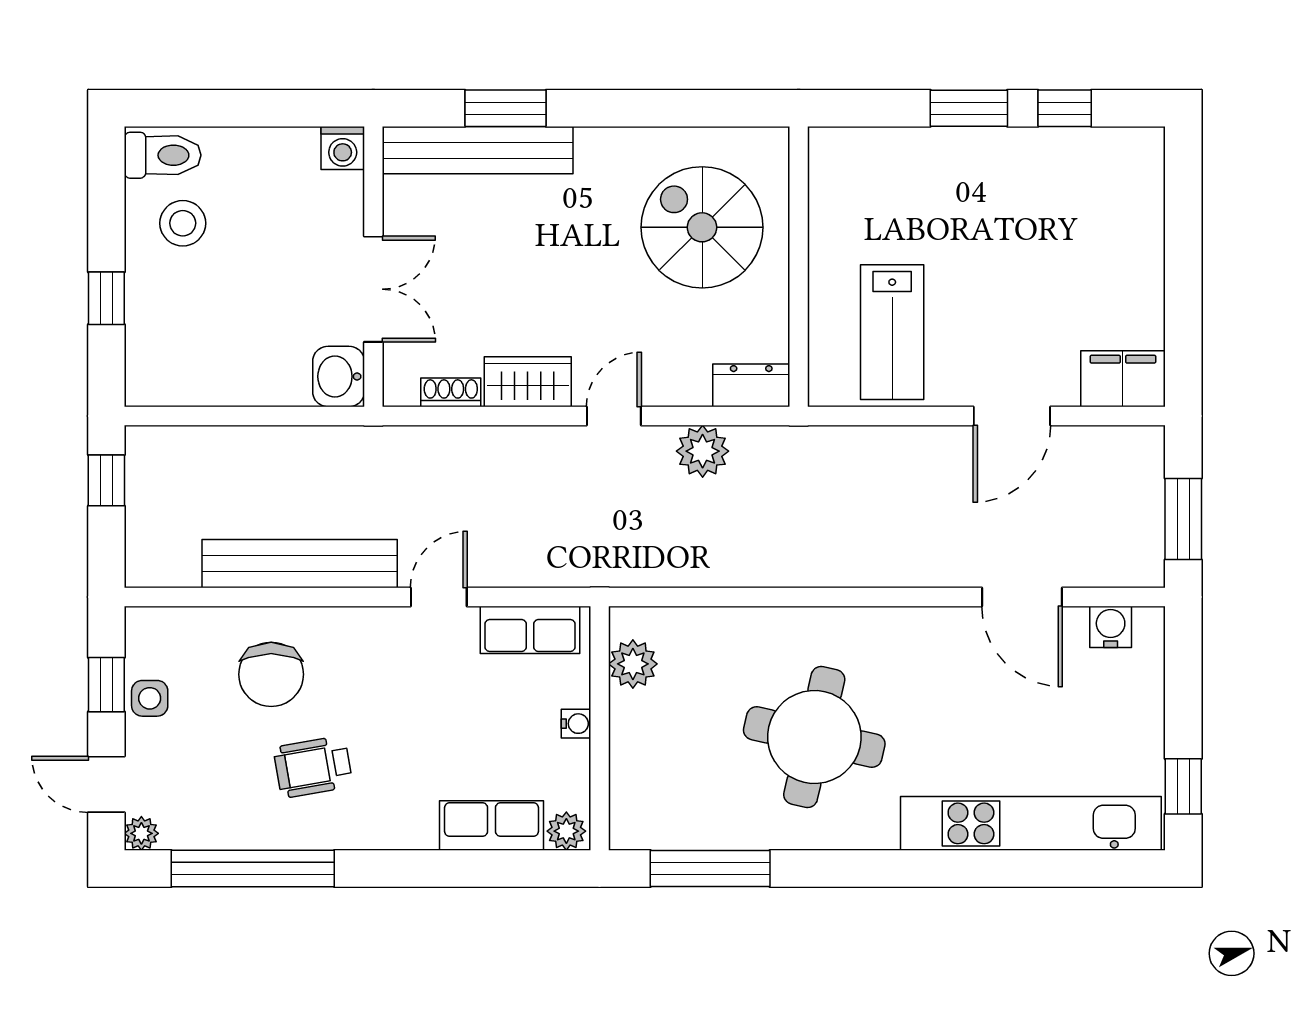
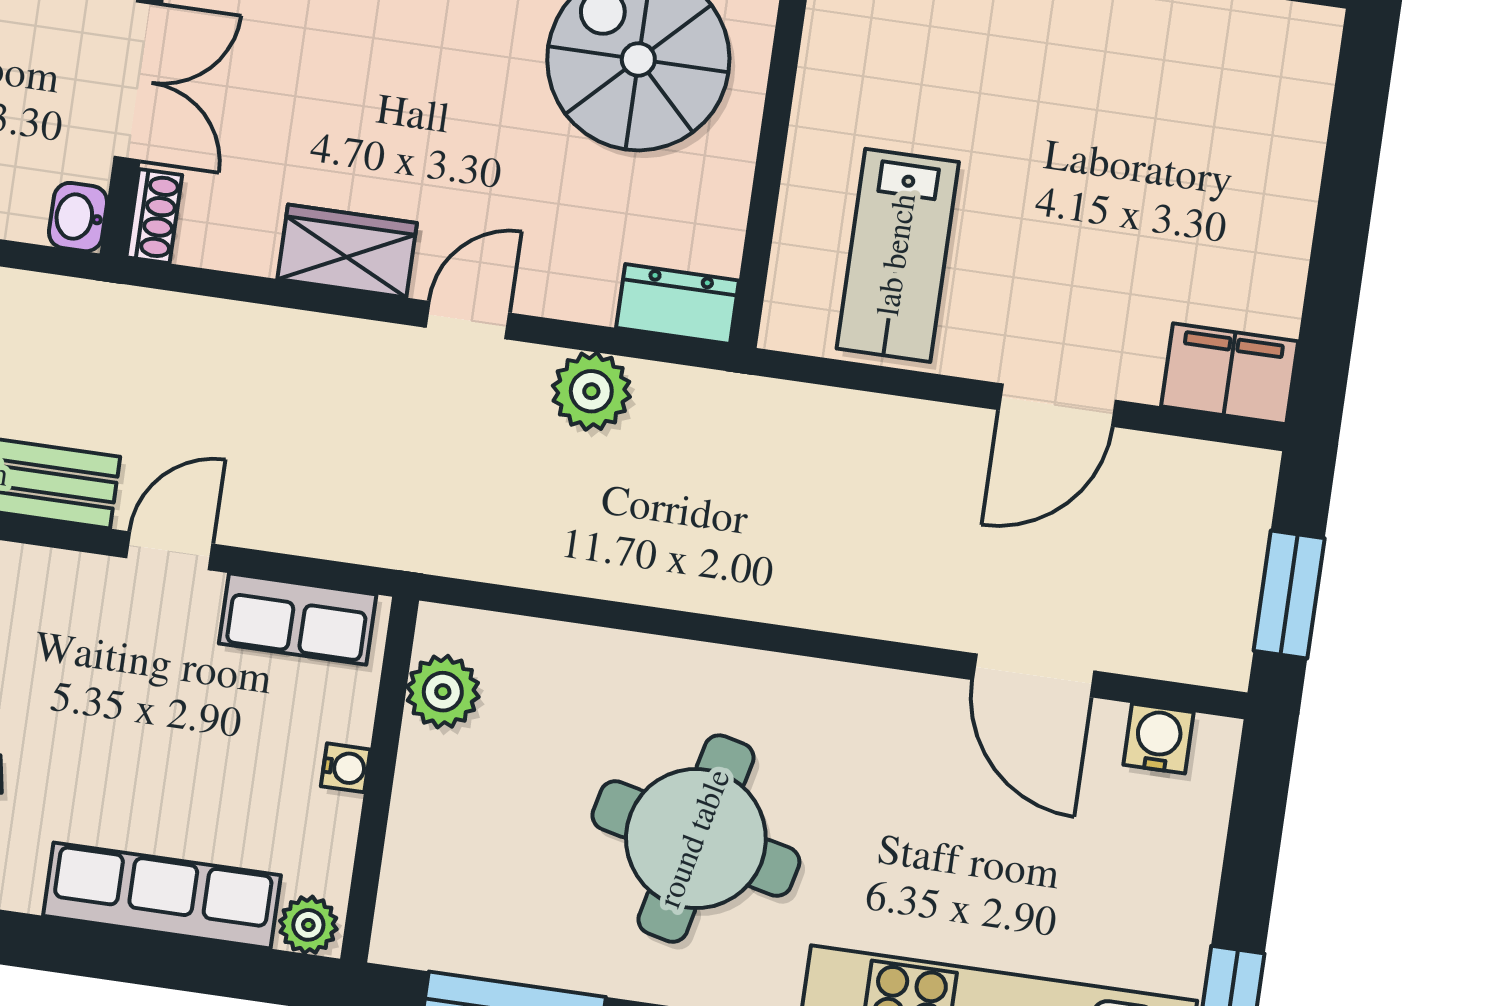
washbasin: (339, 376) -> (78, 217), width x0.72, depth x0.69
shoe rack: (451, 392) -> (154, 216), moved, turned 90
row of seats: (492, 826) -> (162, 895), width x1.48

